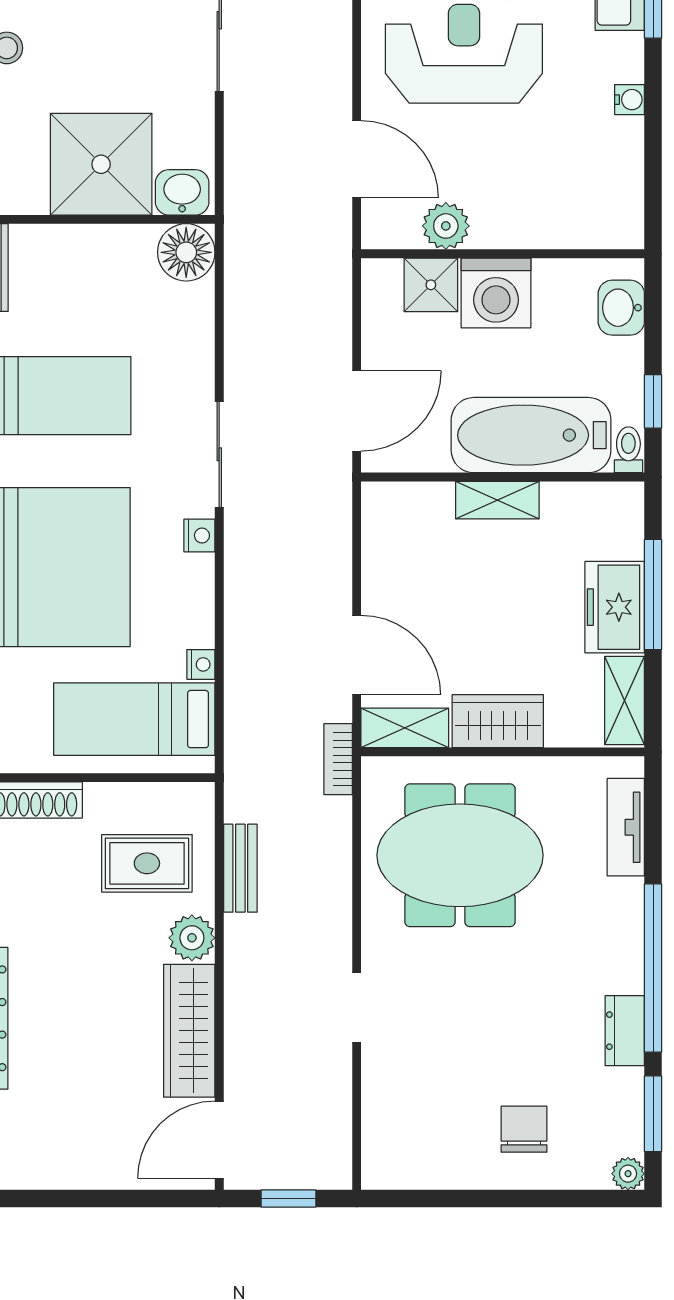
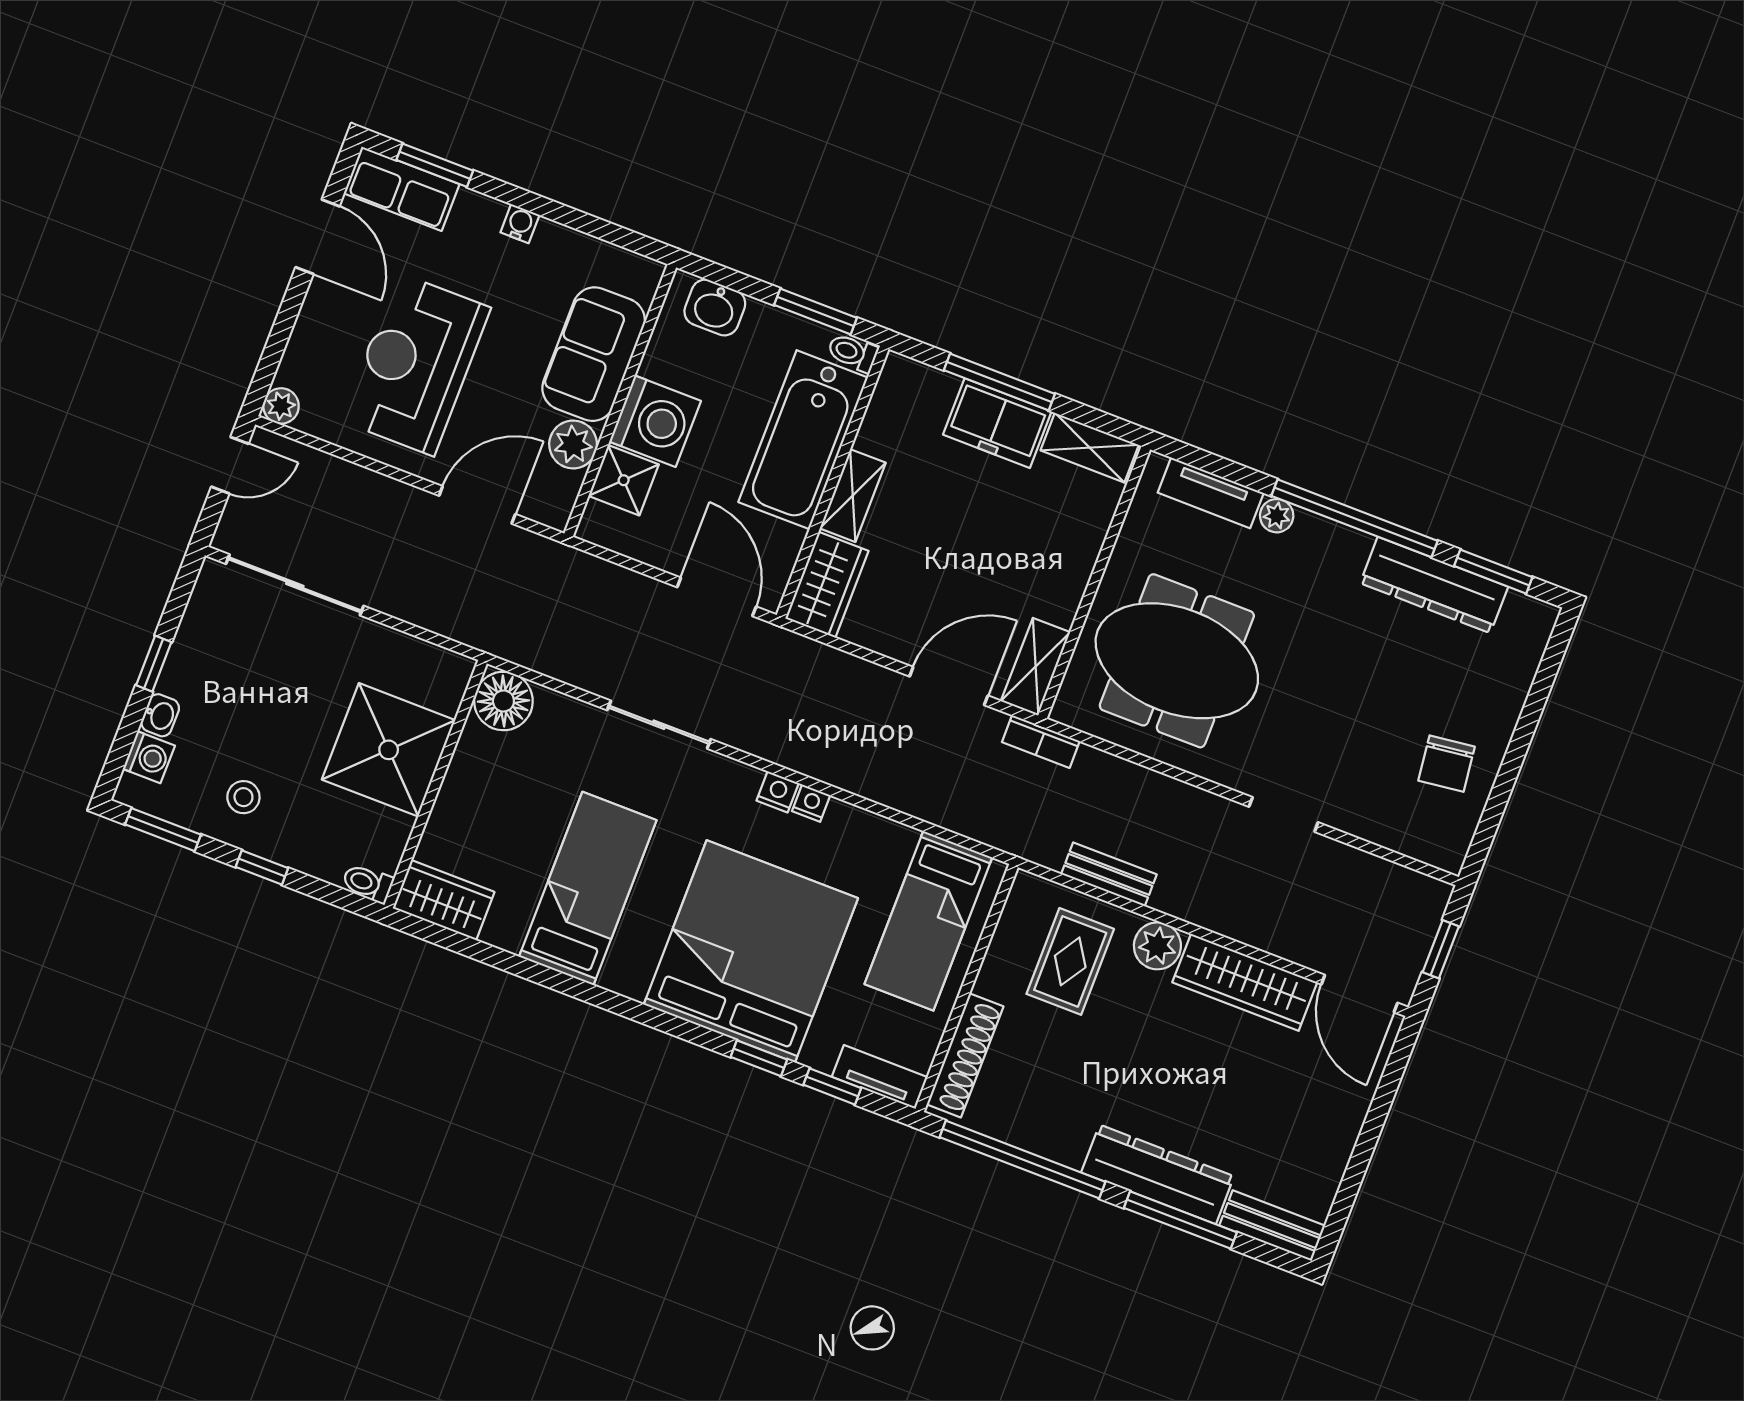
washbasin: (182, 192) -> (445, 683), removed
sofa: (536, 213) -> (594, 354), added
window: (653, 401) -> (816, 311), width x1.50
sliding door: (219, 454) -> (659, 725), moved
nightstand: (201, 664) -> (811, 803), moved
wardrobe: (498, 721) -> (827, 585), moved, turned 180
meeting table: (460, 855) -> (1177, 661), turned 90
dresser: (625, 1031) -> (1434, 585), width x1.96, depth x1.24
chair: (524, 1129) -> (1447, 764), moved, turned -97
plant: (628, 1174) -> (1277, 516), moved

